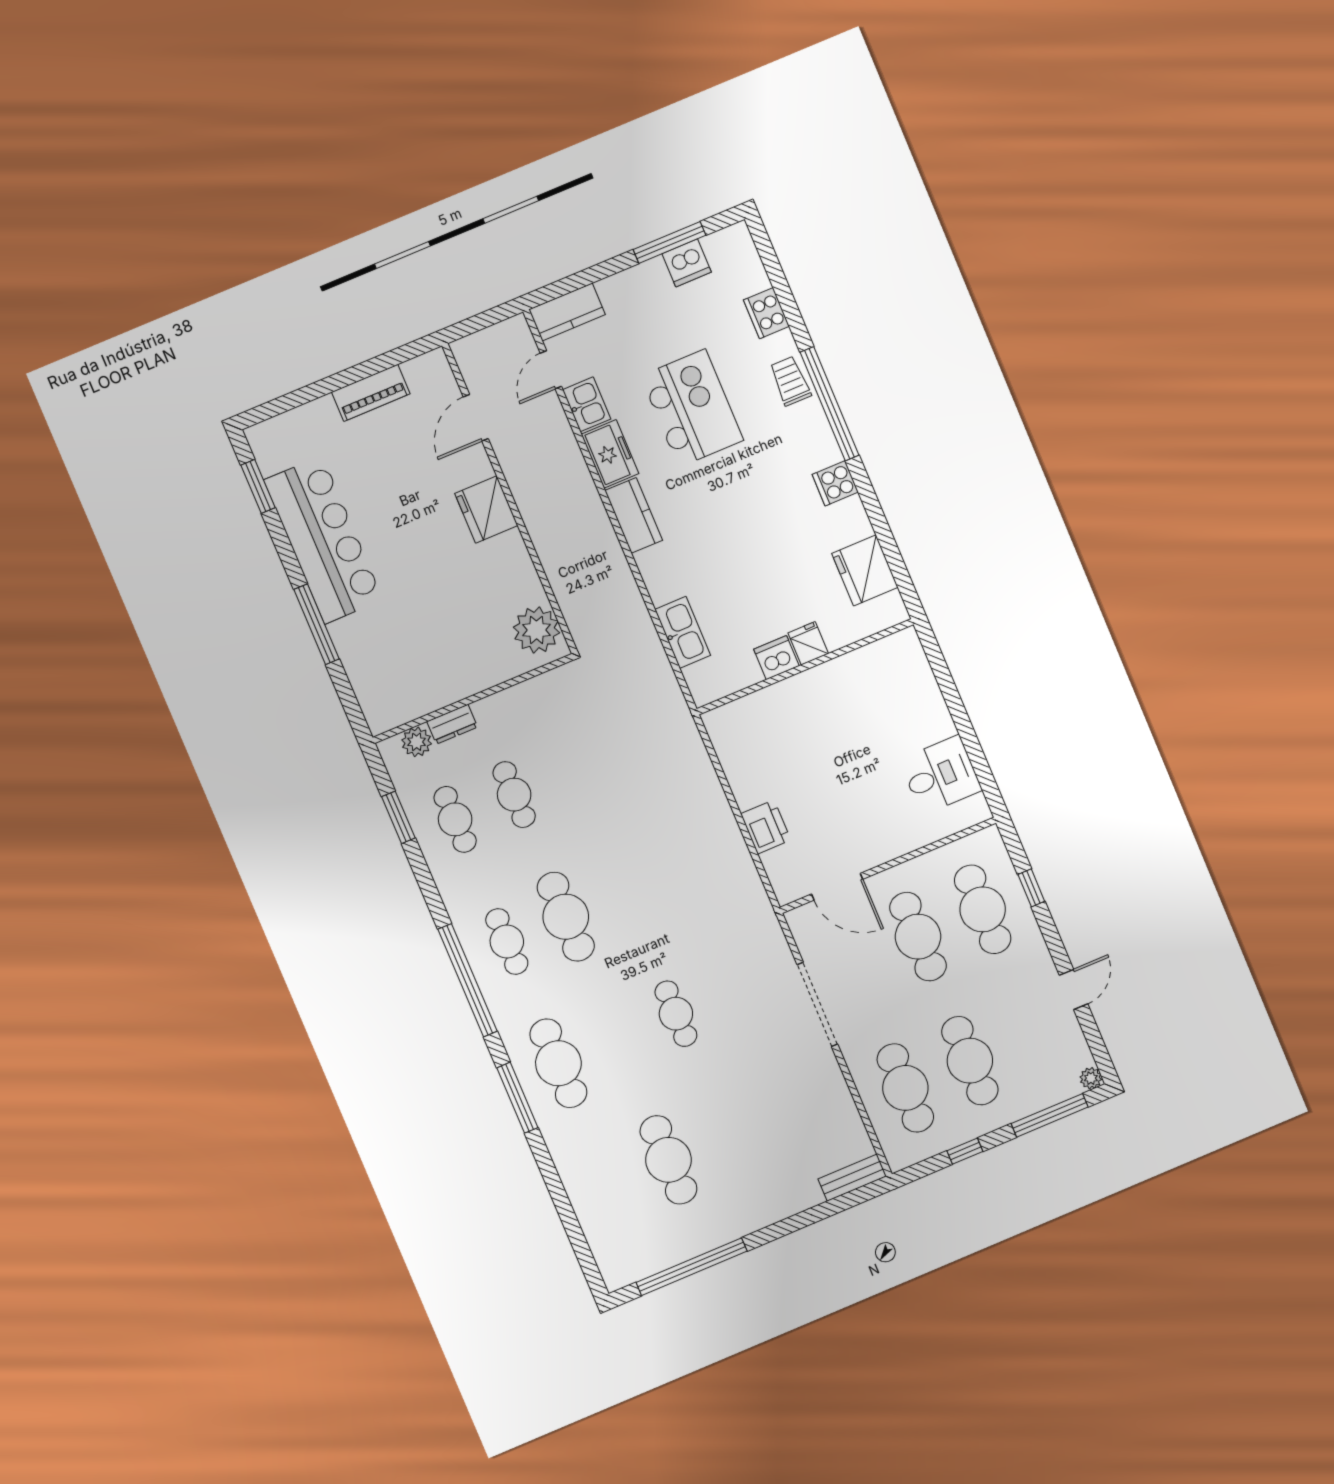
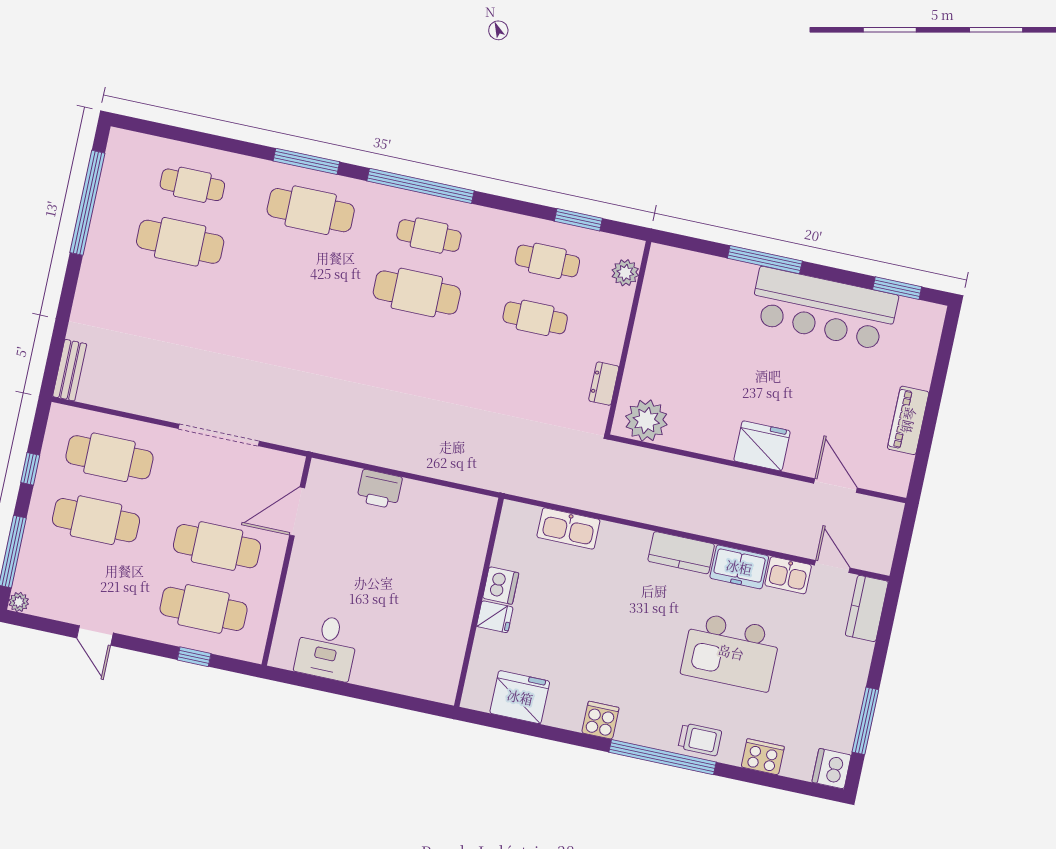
dishwasher: (687, 263) -> (832, 769), moved
dresser: (452, 724) -> (604, 384), moved
cafe table: (676, 1014) -> (192, 185), moved

